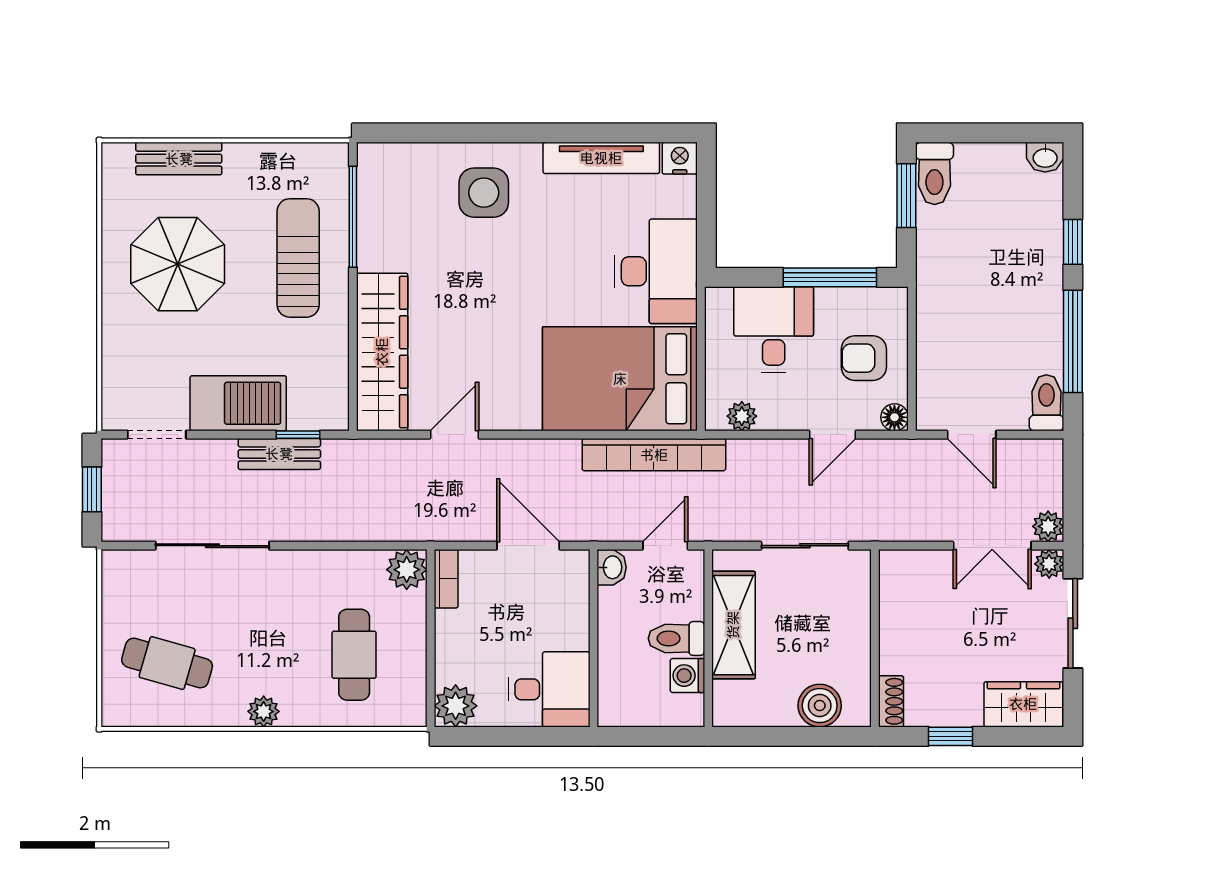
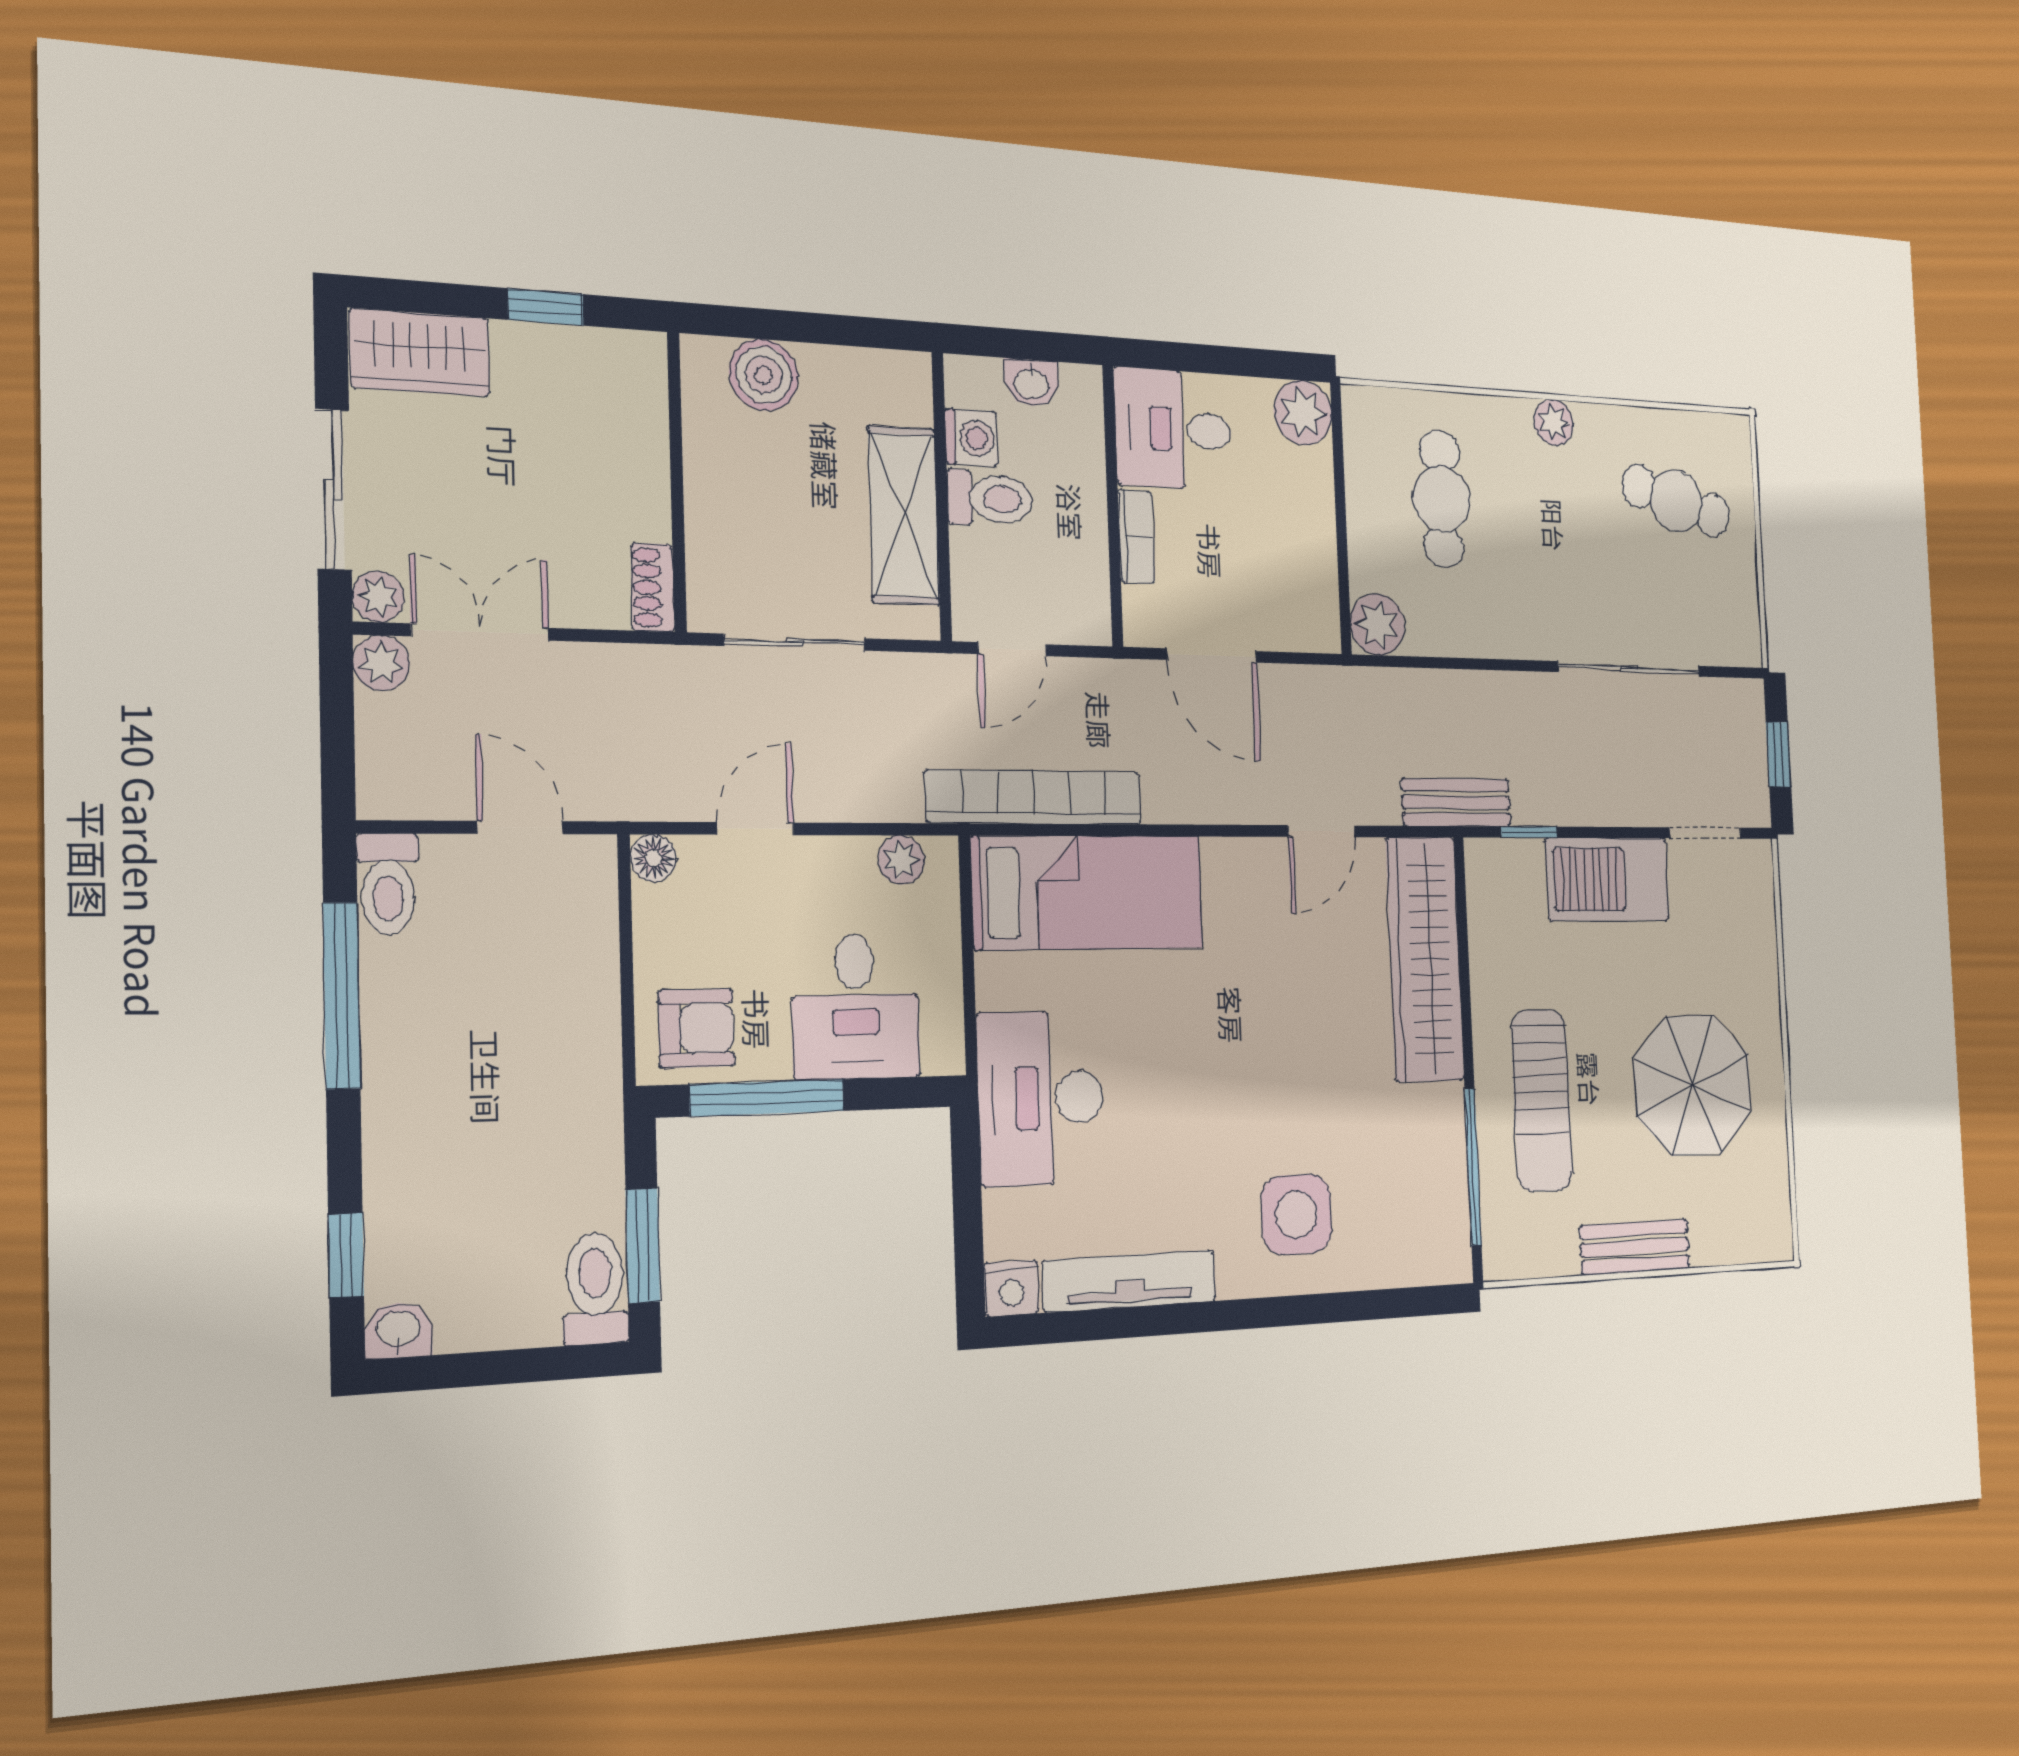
bench: (179, 159) -> (1635, 1247), moved
window: (1073, 242) -> (346, 1255), moved
armchair: (864, 358) -> (696, 1028), moved
bed: (620, 379) -> (1088, 892), width x0.67
bench: (279, 454) -> (1456, 802), moved
washbasin: (612, 567) -> (1031, 383), moved, turned -90
bookcase: (446, 579) -> (1136, 537), moved, turned 180
shoe rack: (891, 701) -> (653, 587), moved

